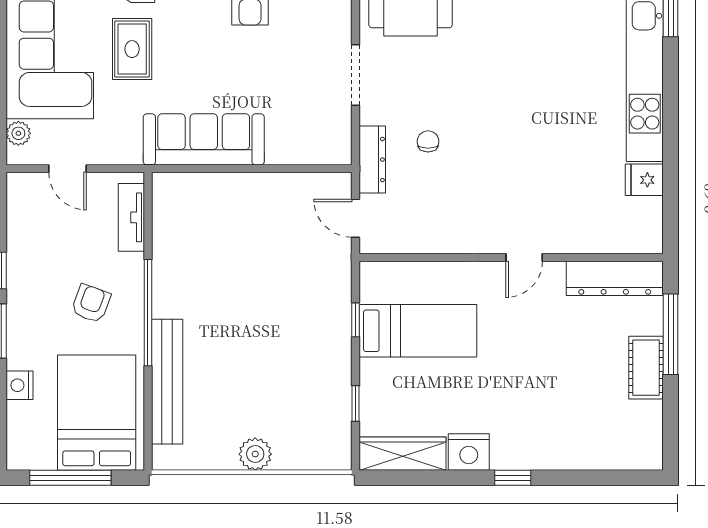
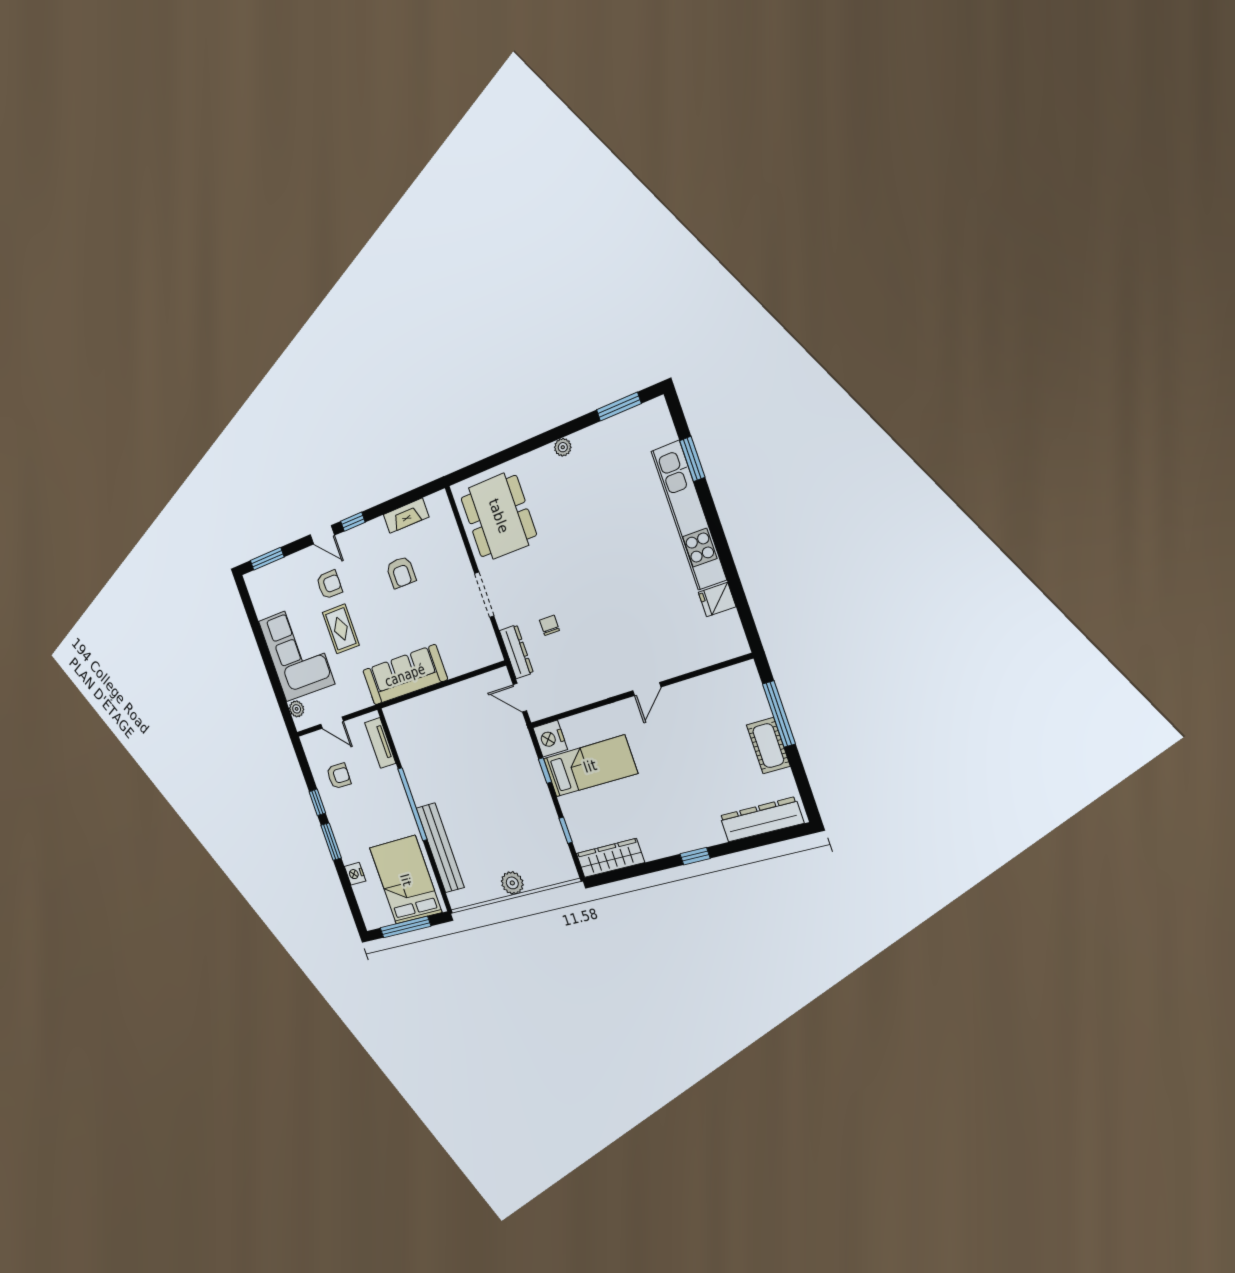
dresser: (615, 278) -> (761, 819), moved, turned 180
armchair: (91, 303) -> (339, 776), moved, turned 71
nightstand: (469, 452) -> (550, 739), moved, turned 90

